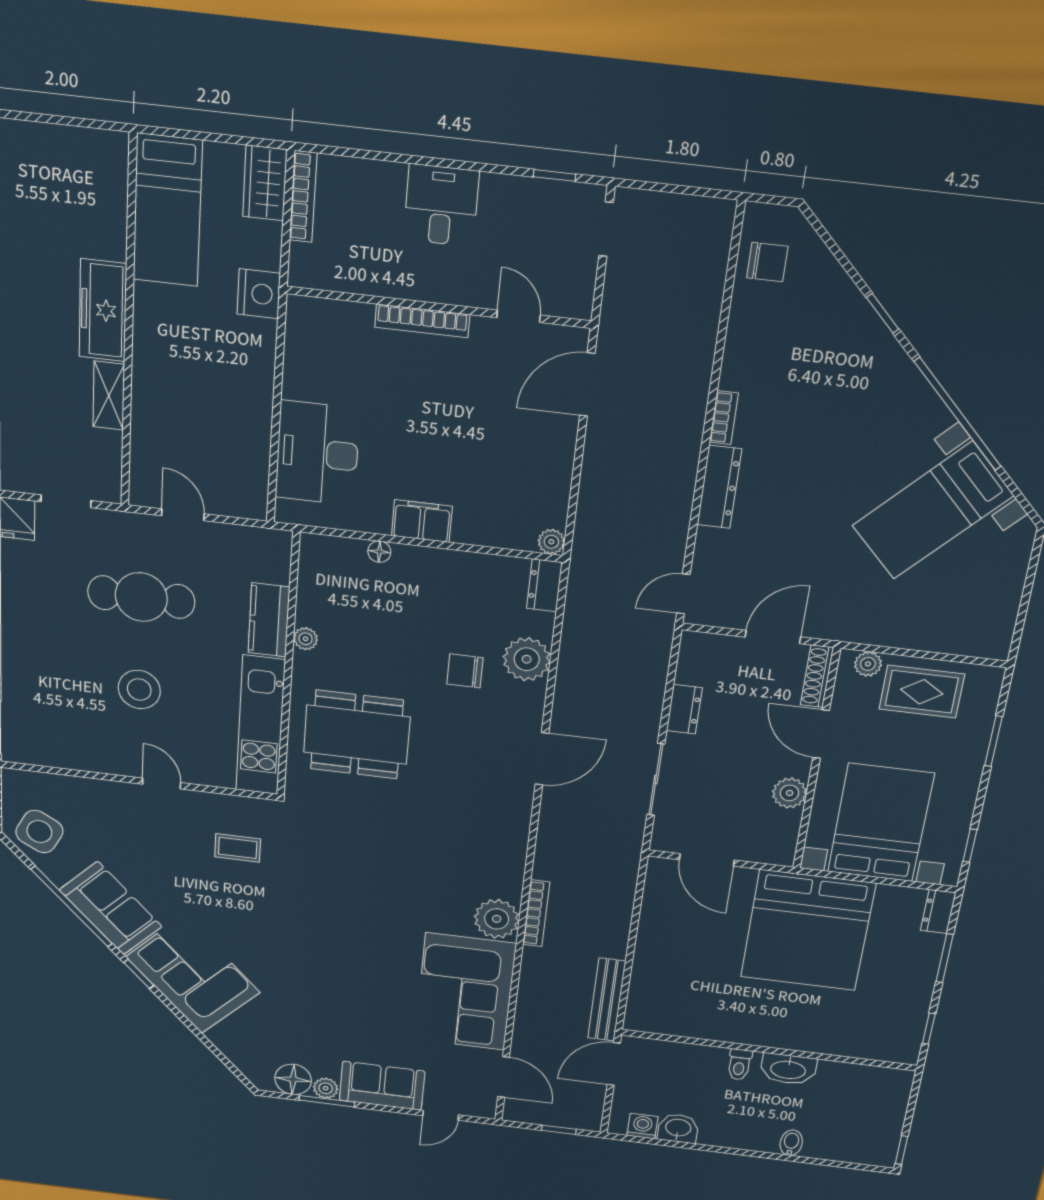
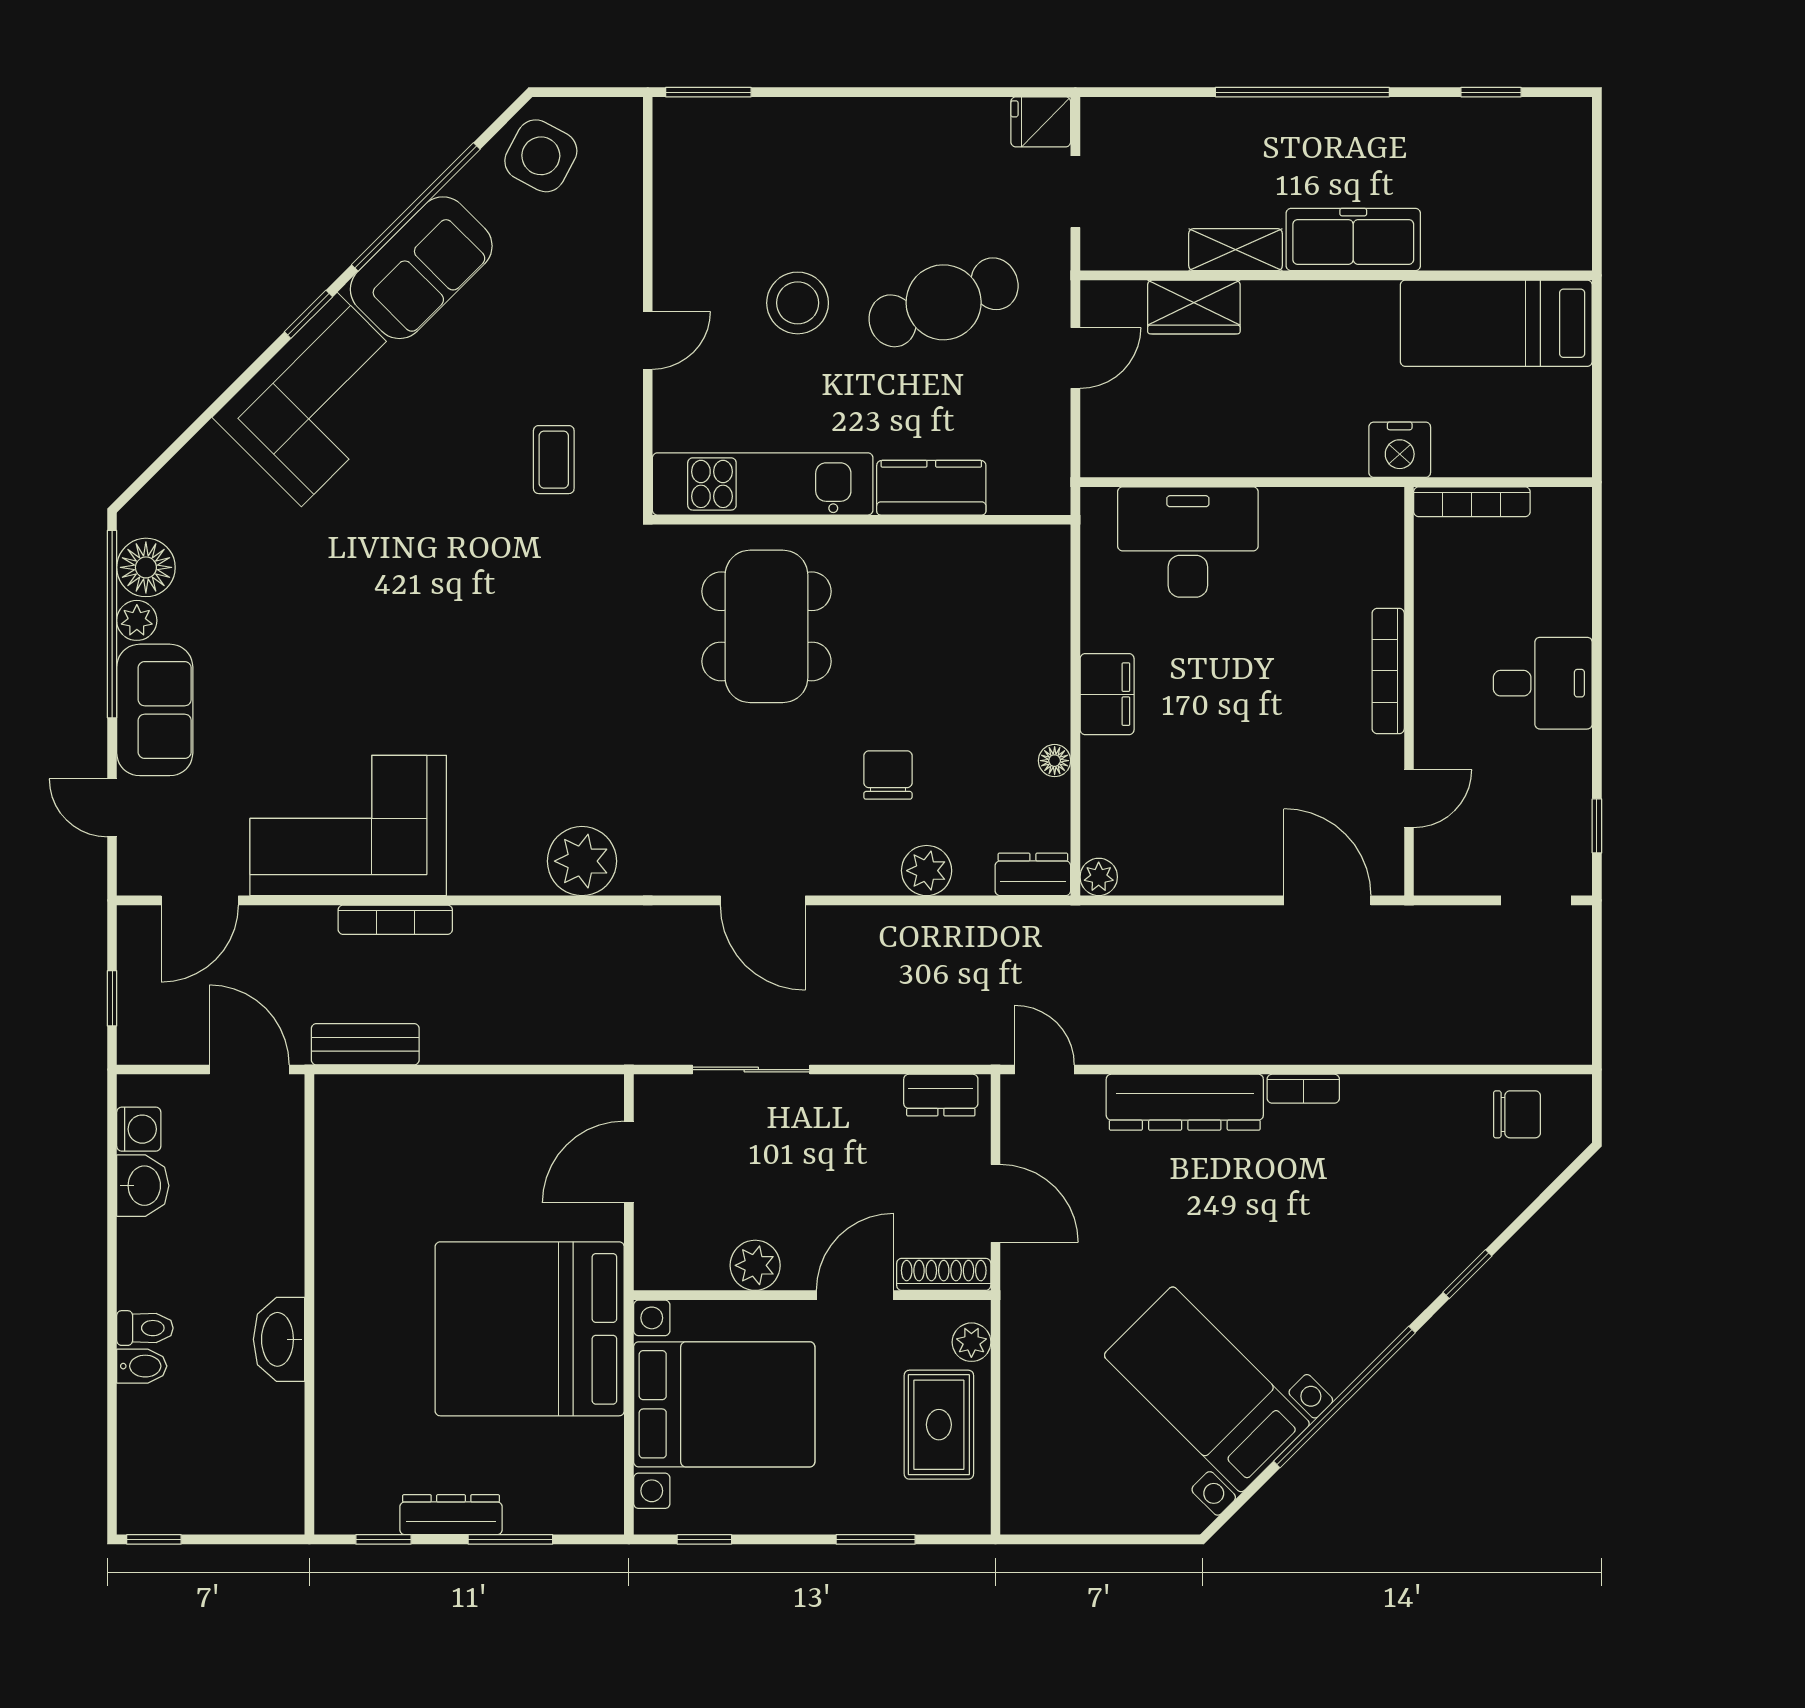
wardrobe: (265, 183) -> (1194, 307), moved, turned 180
bookcase: (303, 197) -> (1472, 502), moved
chair: (767, 262) -> (1517, 1114), turned -90
dresser: (719, 487) -> (1185, 1102), width x1.37, depth x1.24
floor lamp: (379, 552) -> (1055, 761), moved
cafe table: (141, 597) -> (944, 302), turned 70
plant: (306, 639) -> (909, 542), removed
plant: (527, 659) -> (927, 871), width x0.73, depth x0.73
dresser: (684, 709) -> (941, 1095), moved
dresser: (938, 911) -> (451, 1515), moved, width x1.44
bookcase: (536, 913) -> (395, 920), moved
plant: (497, 919) -> (582, 861), moved
bench: (607, 1000) -> (365, 1044), width x0.73
toilet: (739, 1065) -> (145, 1328), moved, turned 180
window: (327, 1101) -> (112, 624), width x2.11

